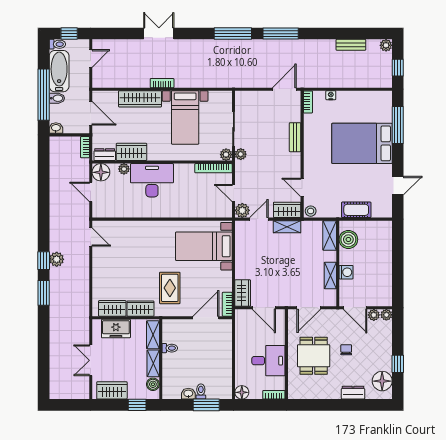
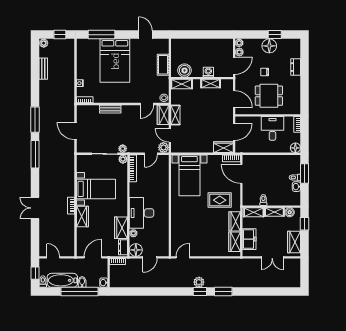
door: (284, 89) -> (75, 131), moved
wardrobe: (140, 99) -> (83, 216), width x0.67
floor lamp: (382, 381) -> (269, 46), moved

